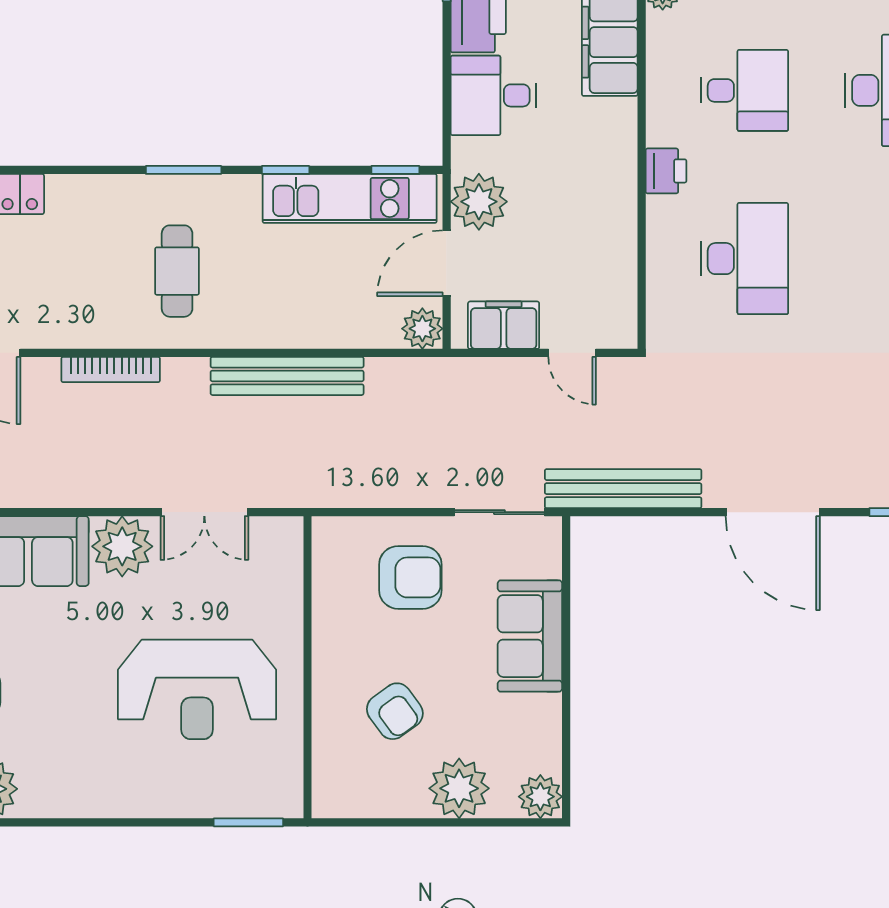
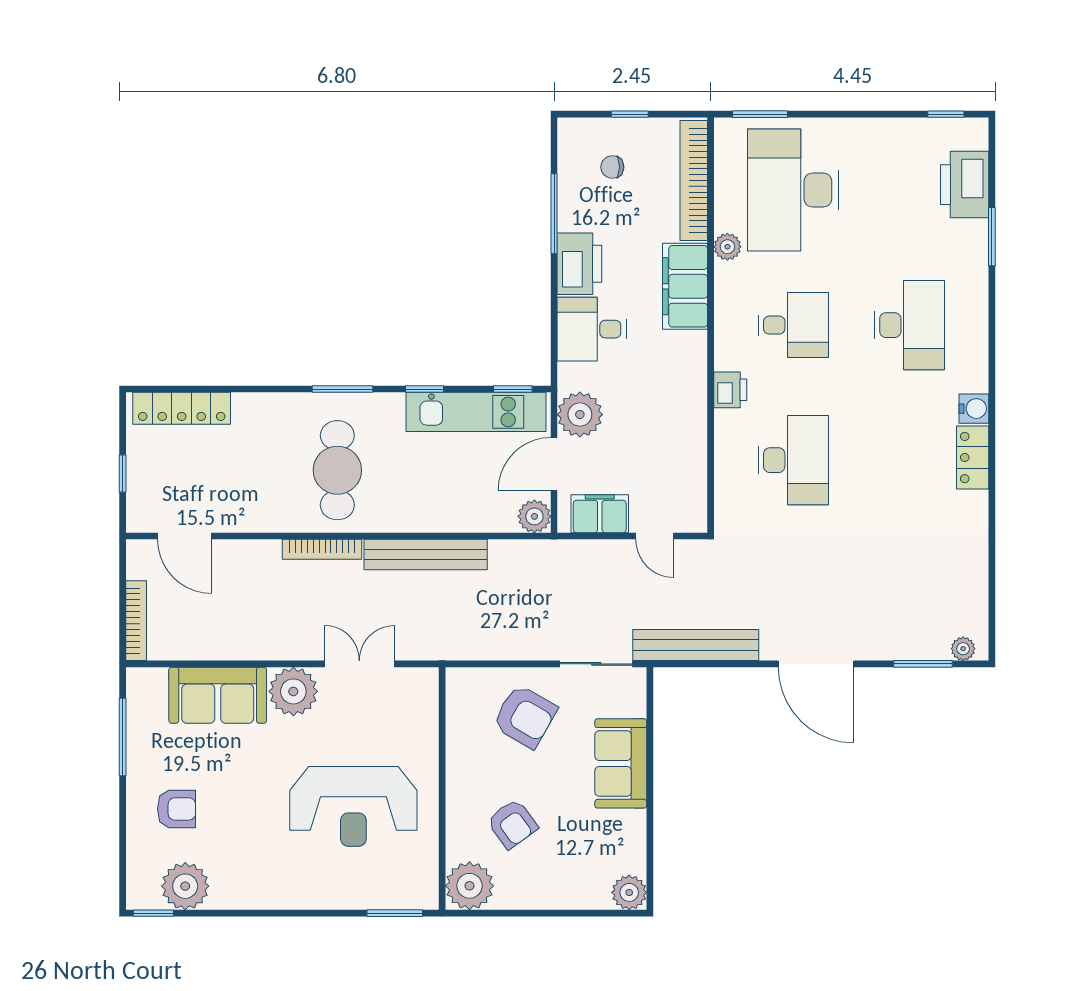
cafe table: (177, 271) -> (337, 470), width x1.37, depth x1.35
bookcase: (111, 370) -> (322, 549), moved
double door: (204, 512) -> (359, 664), swing flipped
armchair: (410, 577) -> (525, 716), turned 30
plant: (459, 788) -> (469, 886), moved

